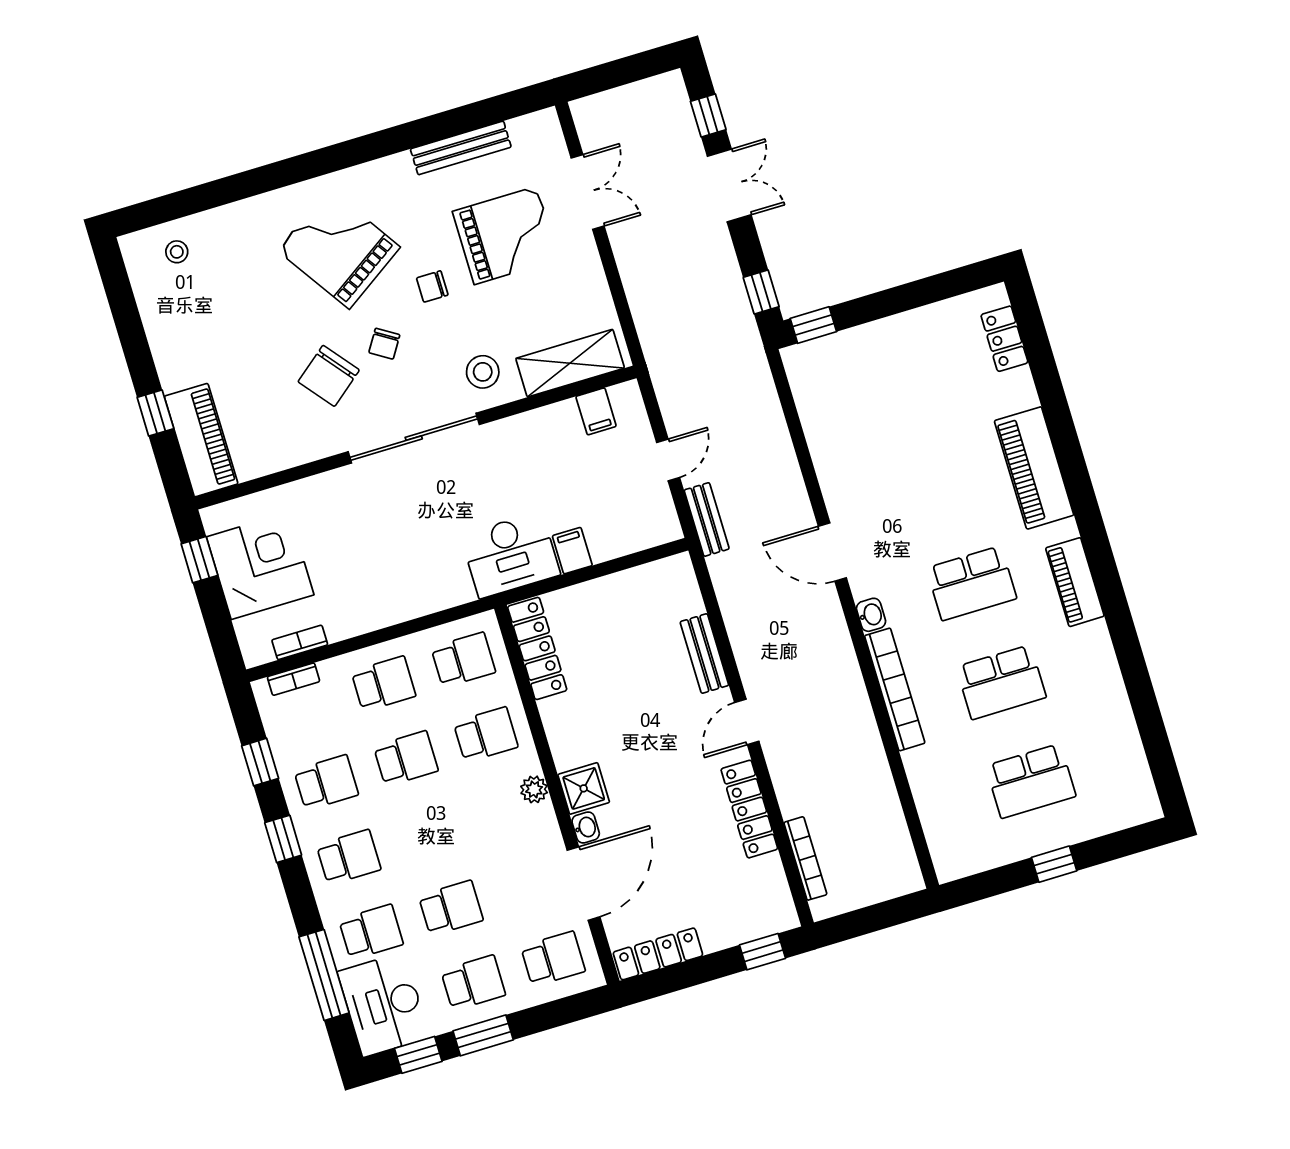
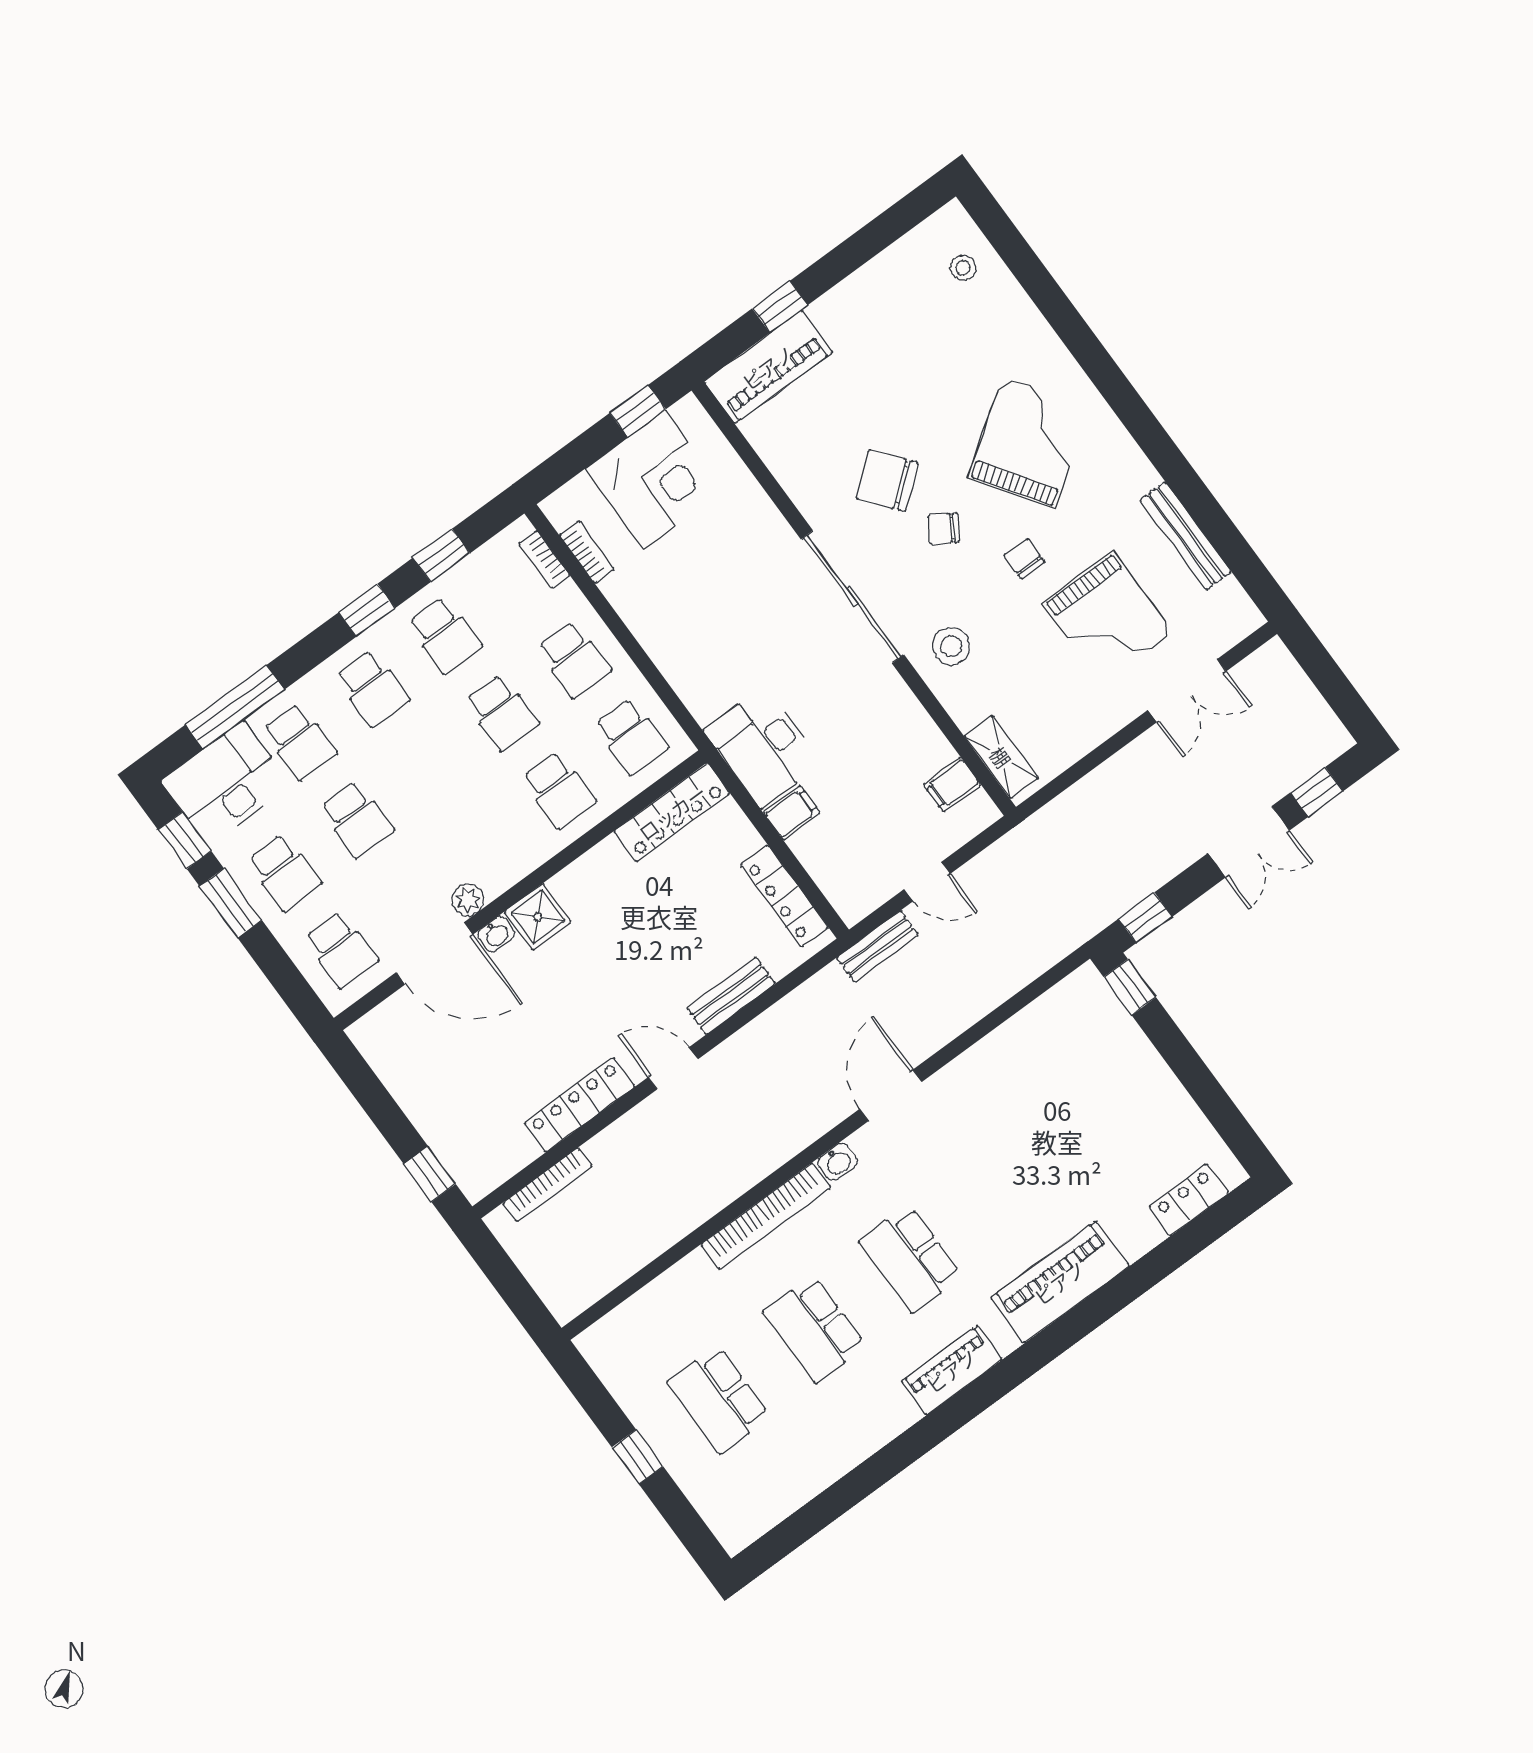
shelving: (570, 363) -> (1001, 757), width x0.67, depth x0.75
plant: (534, 789) -> (468, 900), moved
locker: (658, 954) -> (785, 896), moved, turned 180

